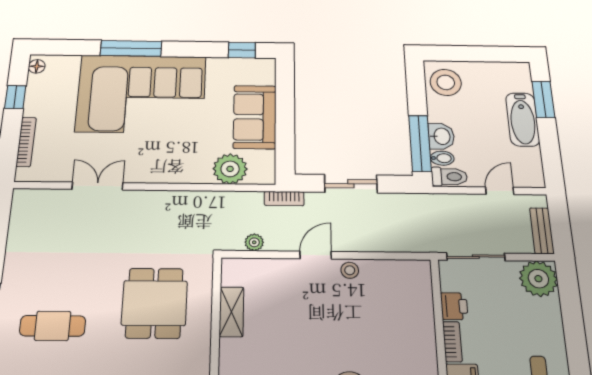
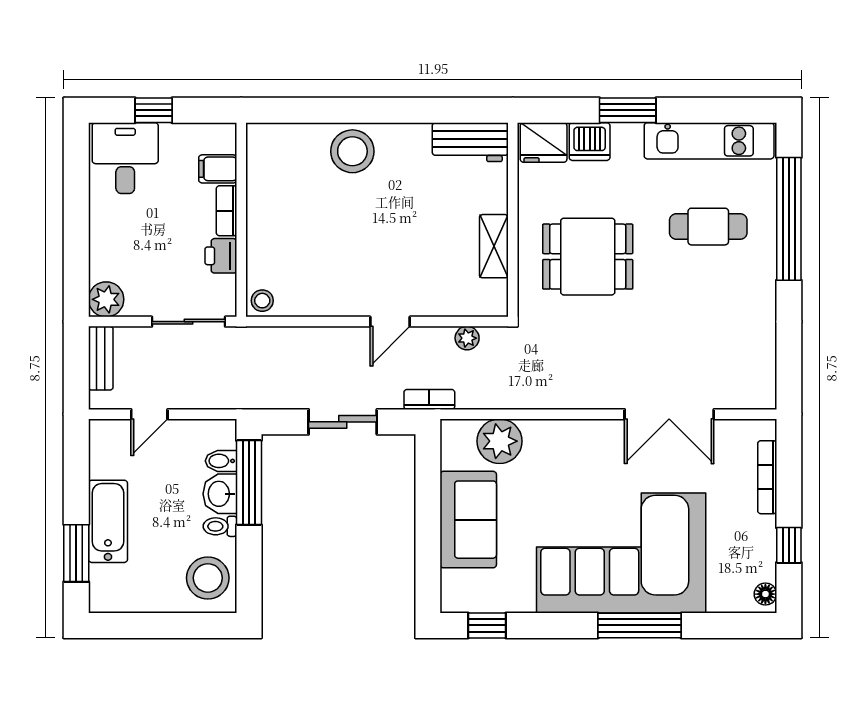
toilet: (449, 177) -> (220, 526), moved, width x0.73, depth x0.72
double door: (97, 186) -> (669, 414), width x1.37
stool: (350, 270) -> (262, 301), moved
plant: (538, 279) -> (106, 299), width x0.73, depth x0.73
dining table: (154, 303) -> (588, 257), turned 90

